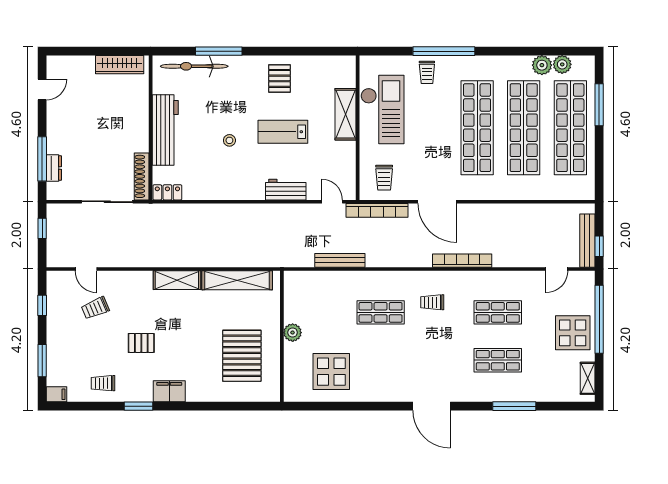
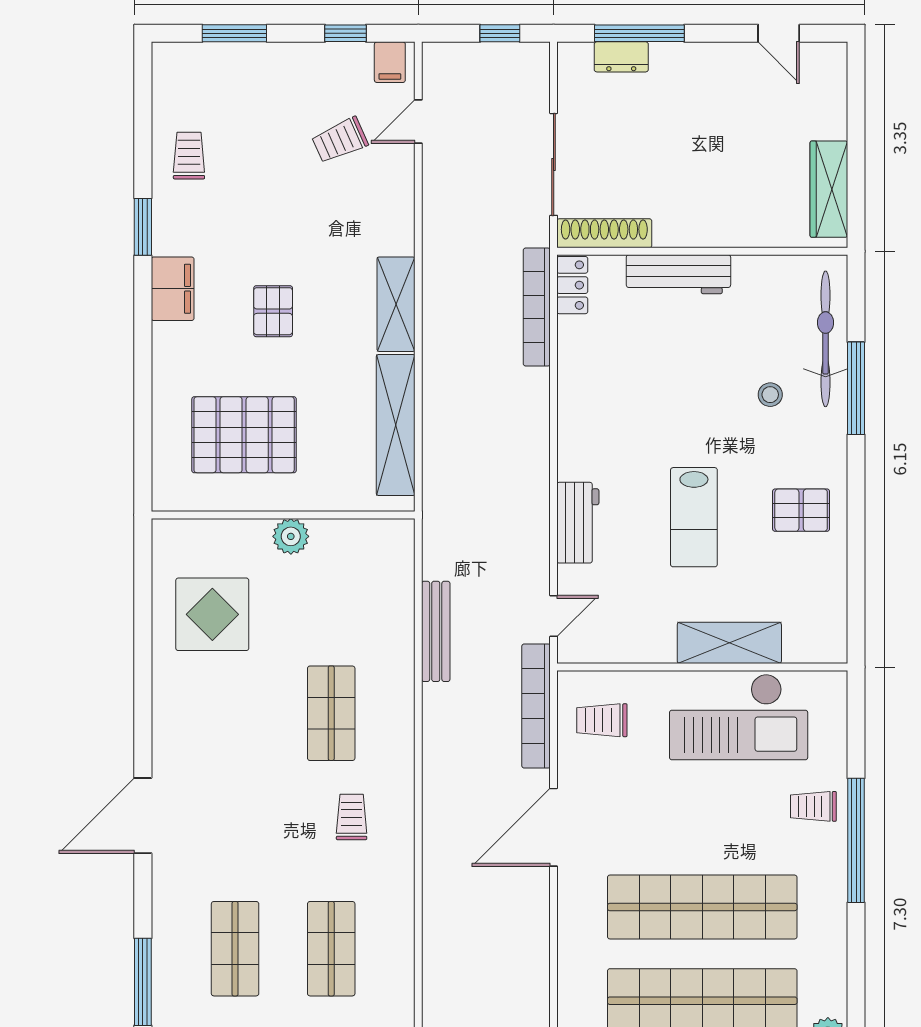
workbench: (165, 130) -> (678, 274), width x0.73, depth x0.76
lab bench: (283, 132) -> (694, 517), turned 180
stool: (229, 140) -> (770, 395), moved
bookcase: (462, 261) -> (537, 307), moved, turned 180
trolley: (95, 308) -> (340, 140), turned -91
pallet: (141, 343) -> (273, 311), moved
filing cabinet: (56, 394) -> (390, 62), moved

